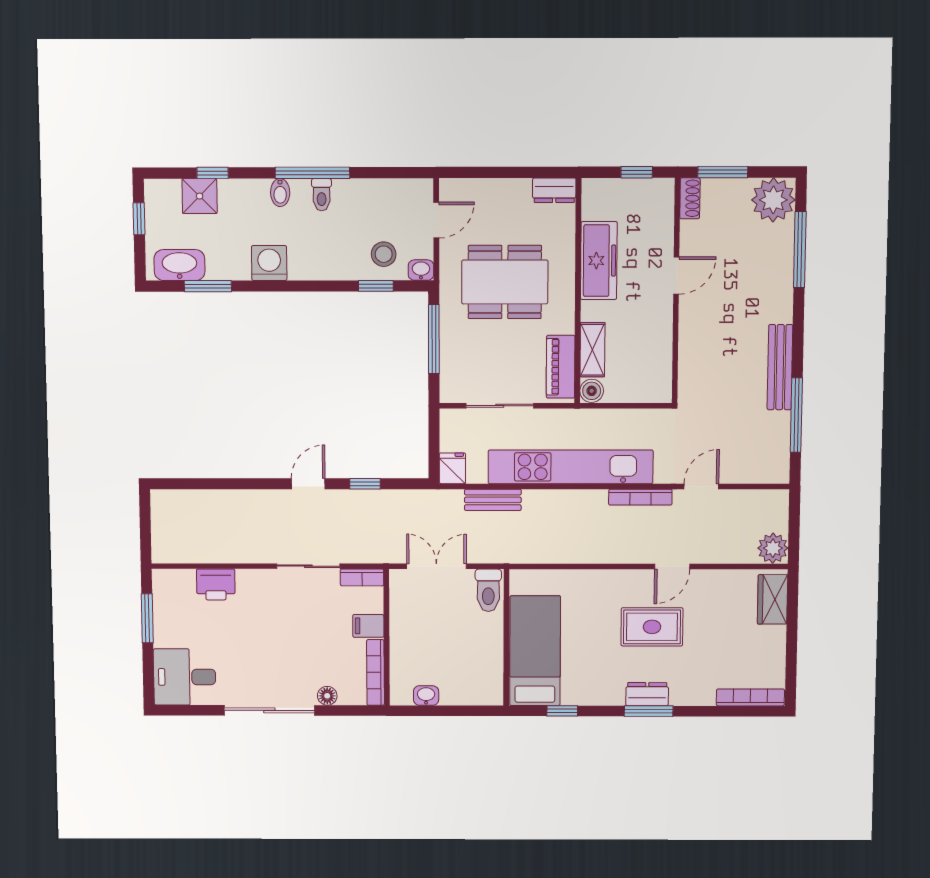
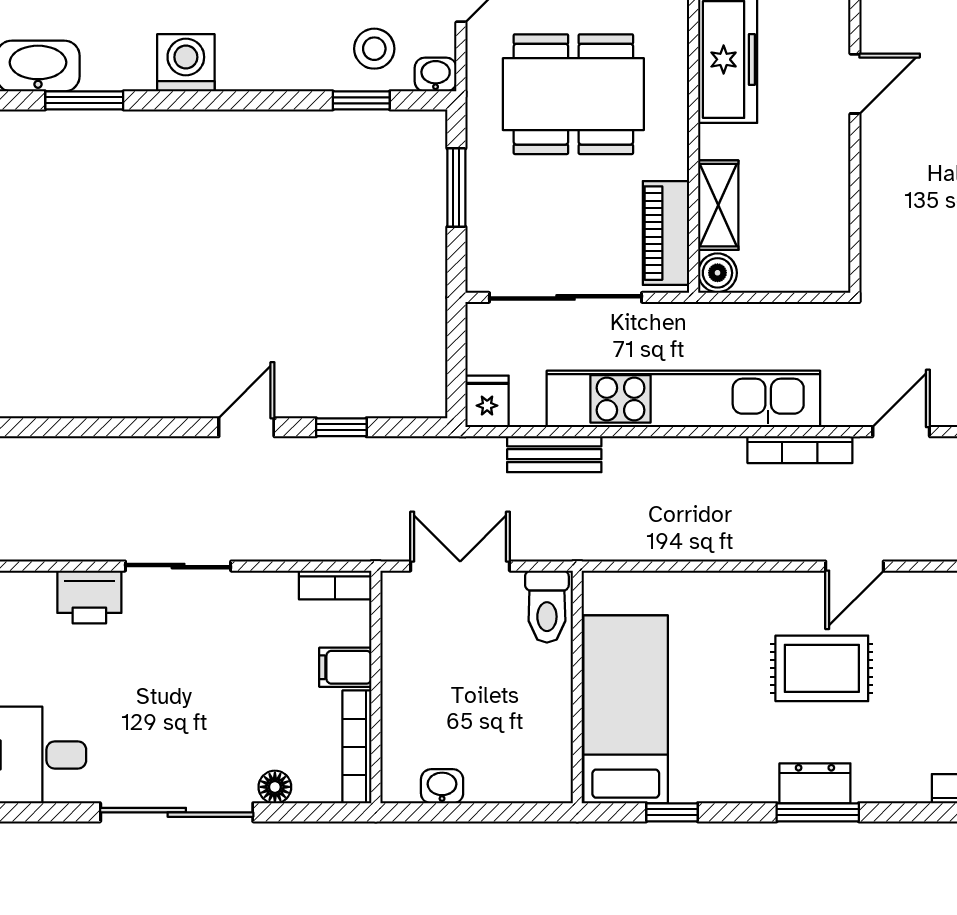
window: (434, 339) -> (456, 188), width x0.69
sliding door: (500, 406) -> (566, 297), width x1.37
sliding door: (308, 566) -> (178, 566), moved

